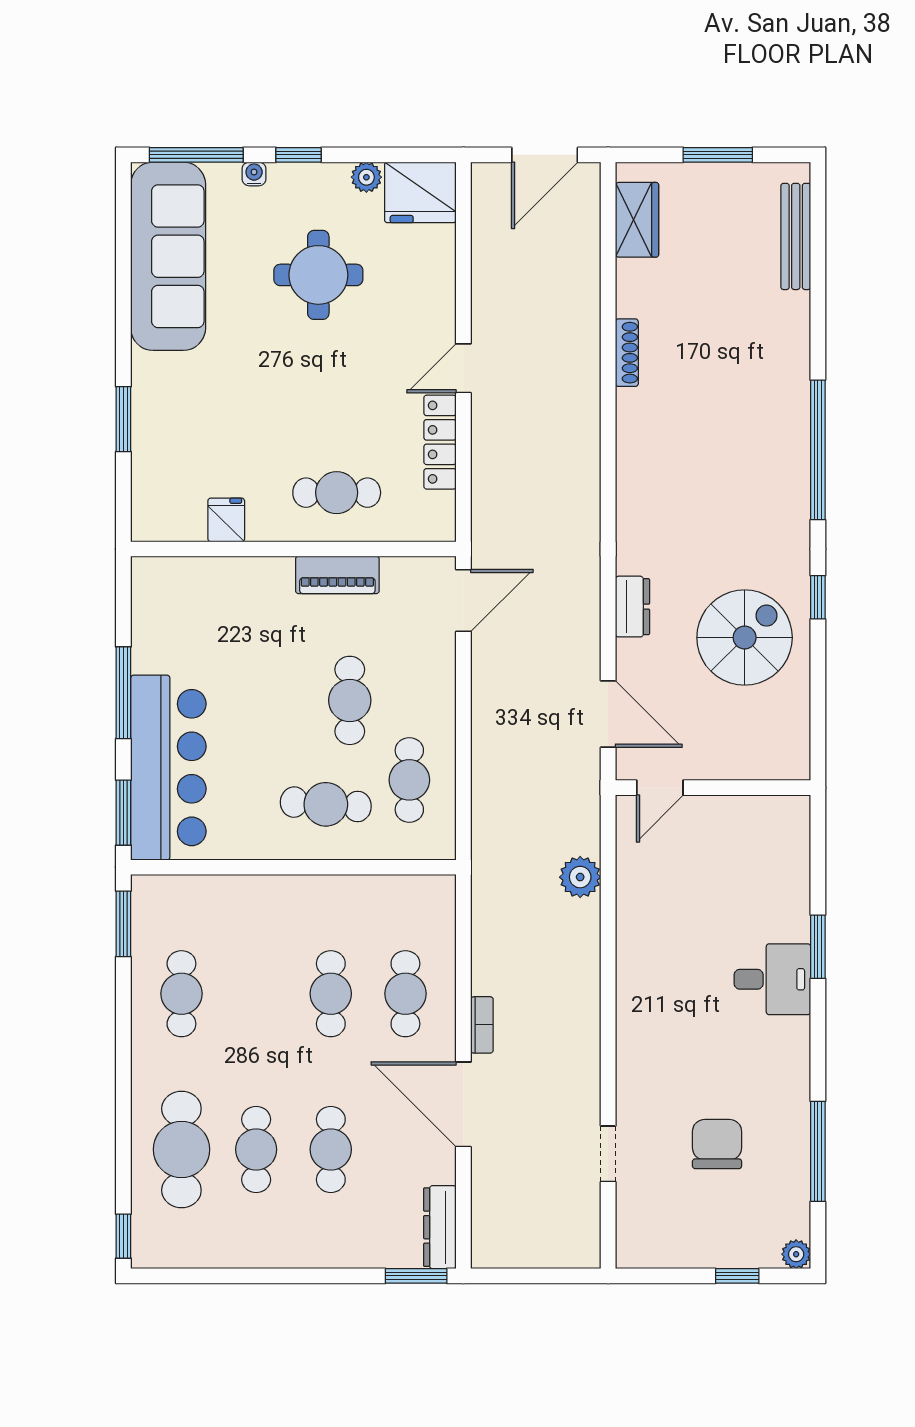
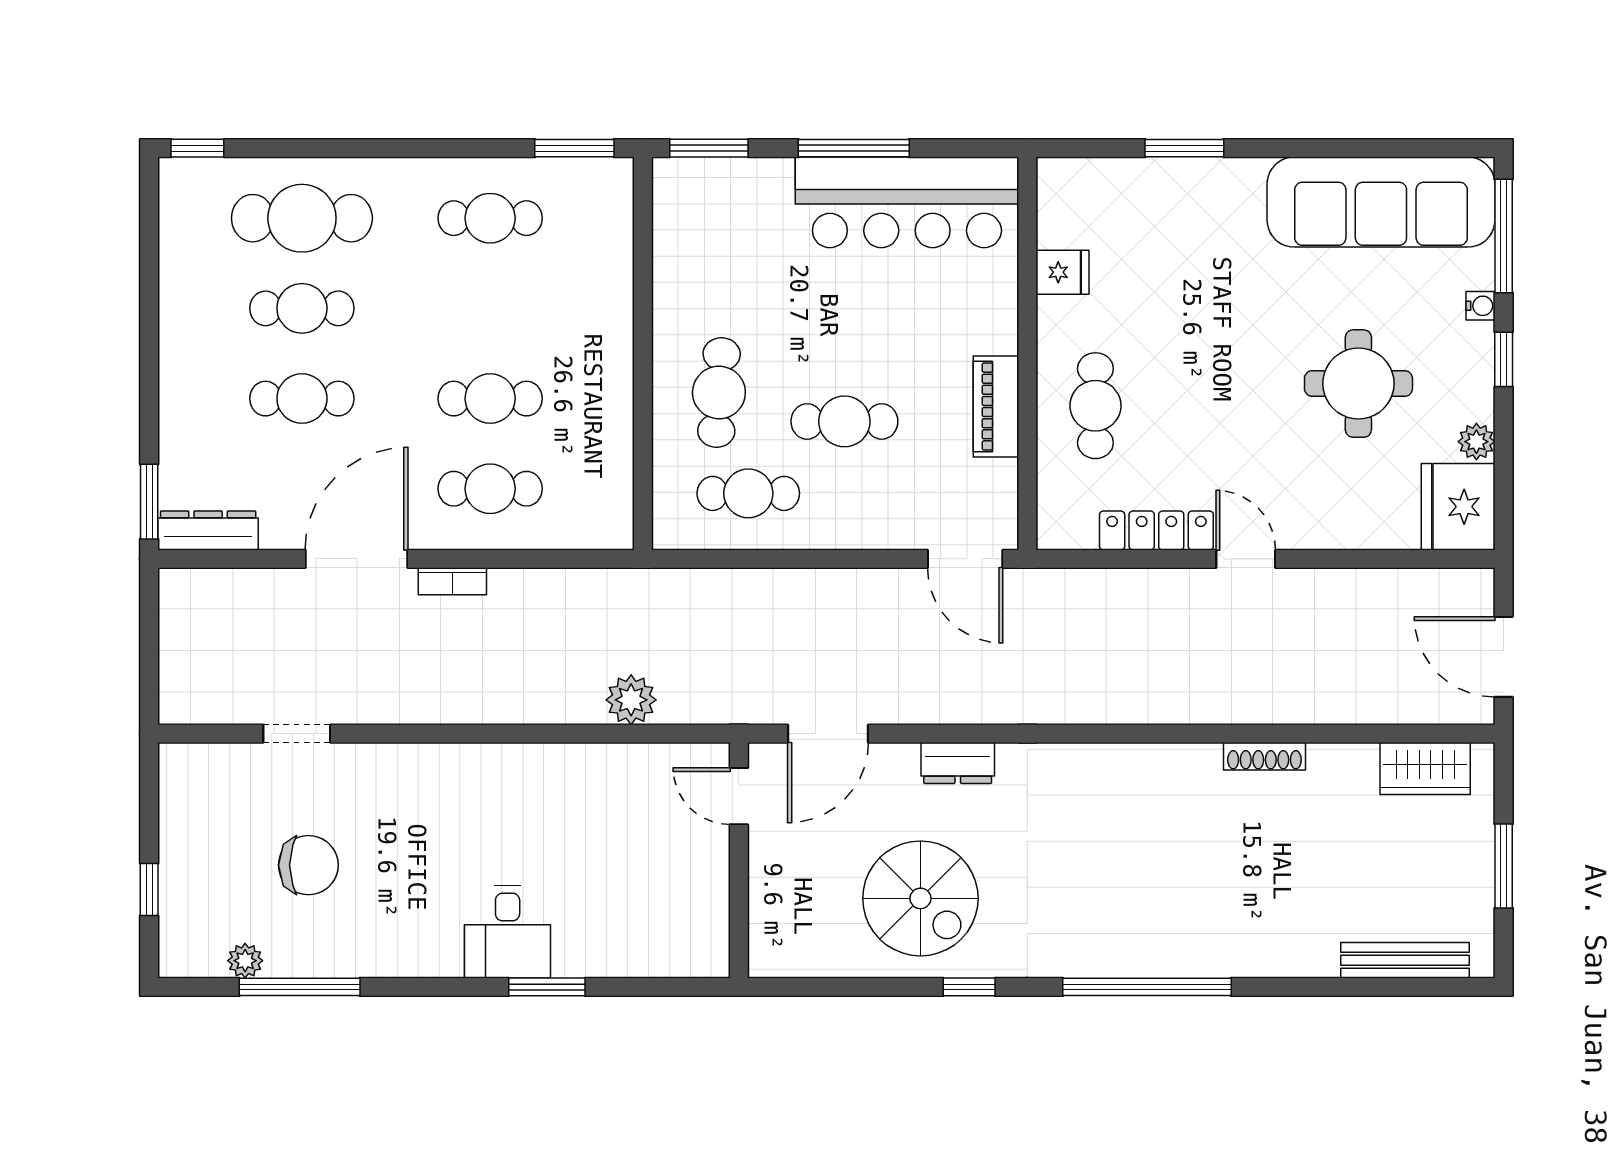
bar counter: (168, 768) -> (907, 202), moved
plant: (796, 1254) -> (245, 961), moved

